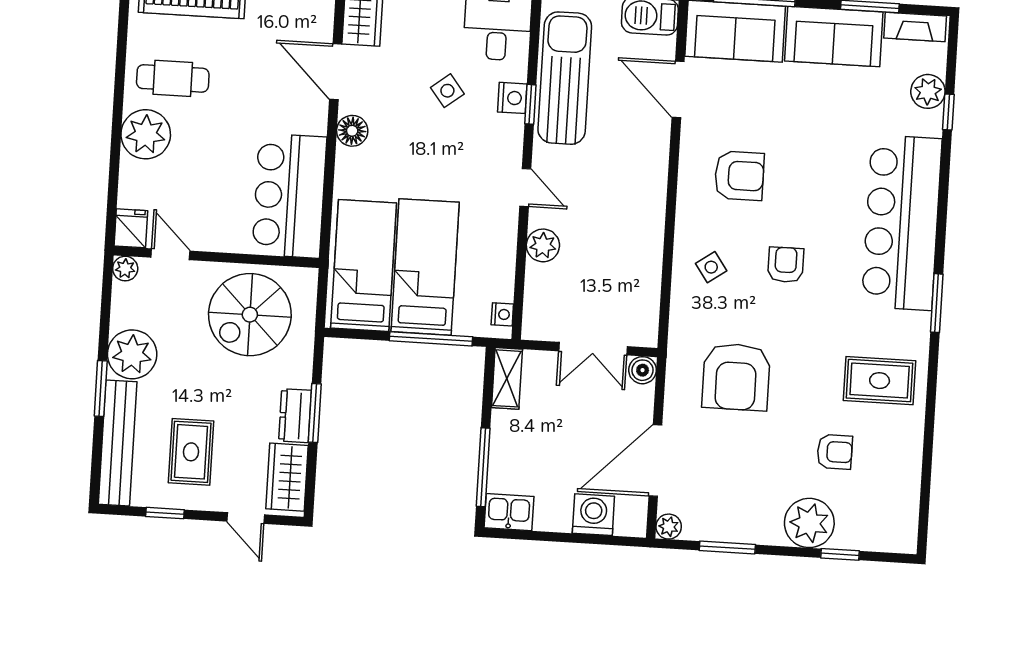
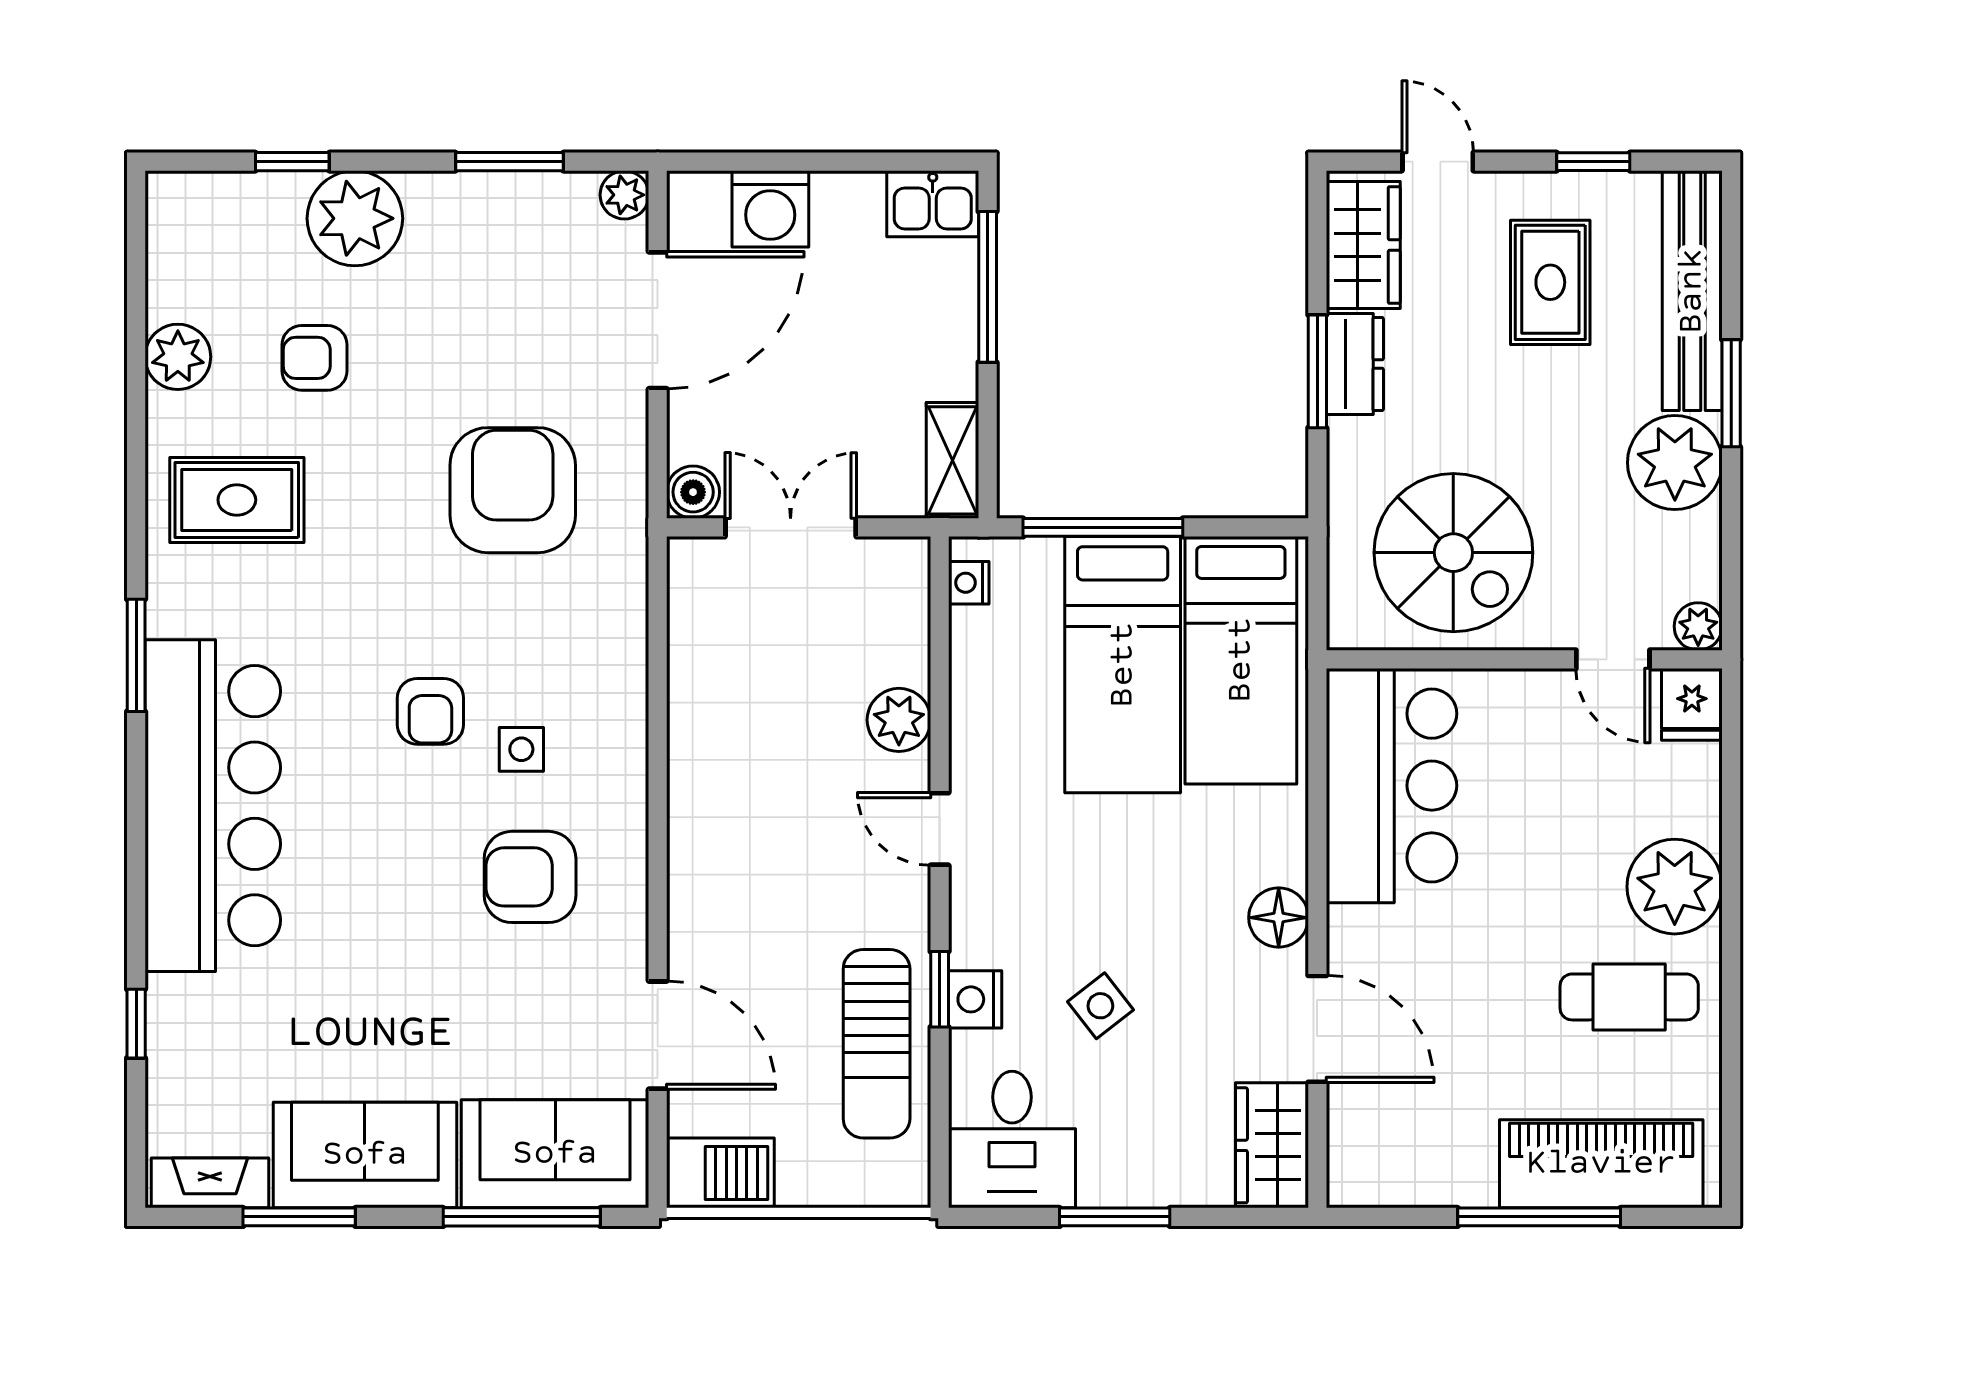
sun lounger: (565, 78) -> (877, 1044), width x0.73, depth x0.75
plant: (928, 91) -> (178, 357), moved
side table: (711, 267) -> (521, 749), moved, turned 35
spiral stairs: (250, 315) -> (1453, 553), turned 90

